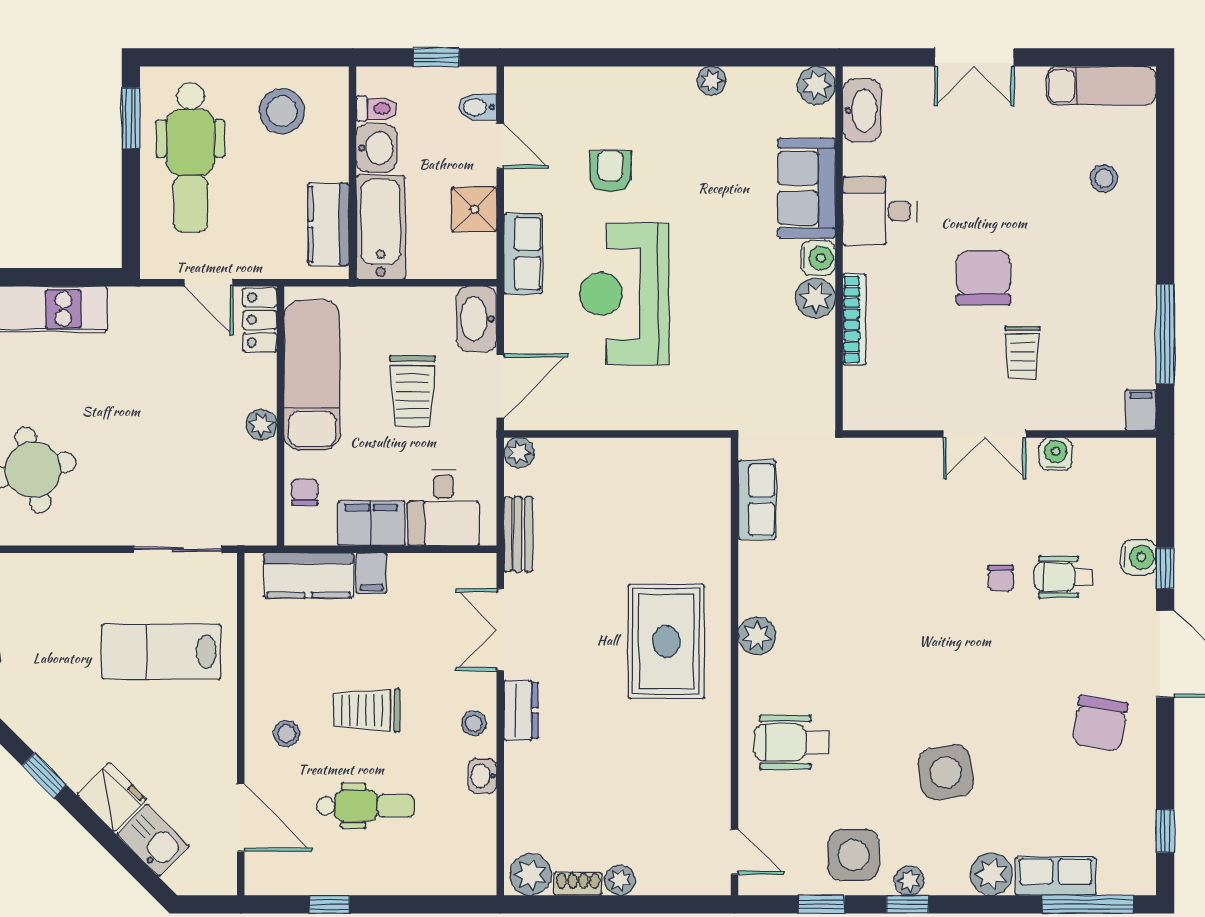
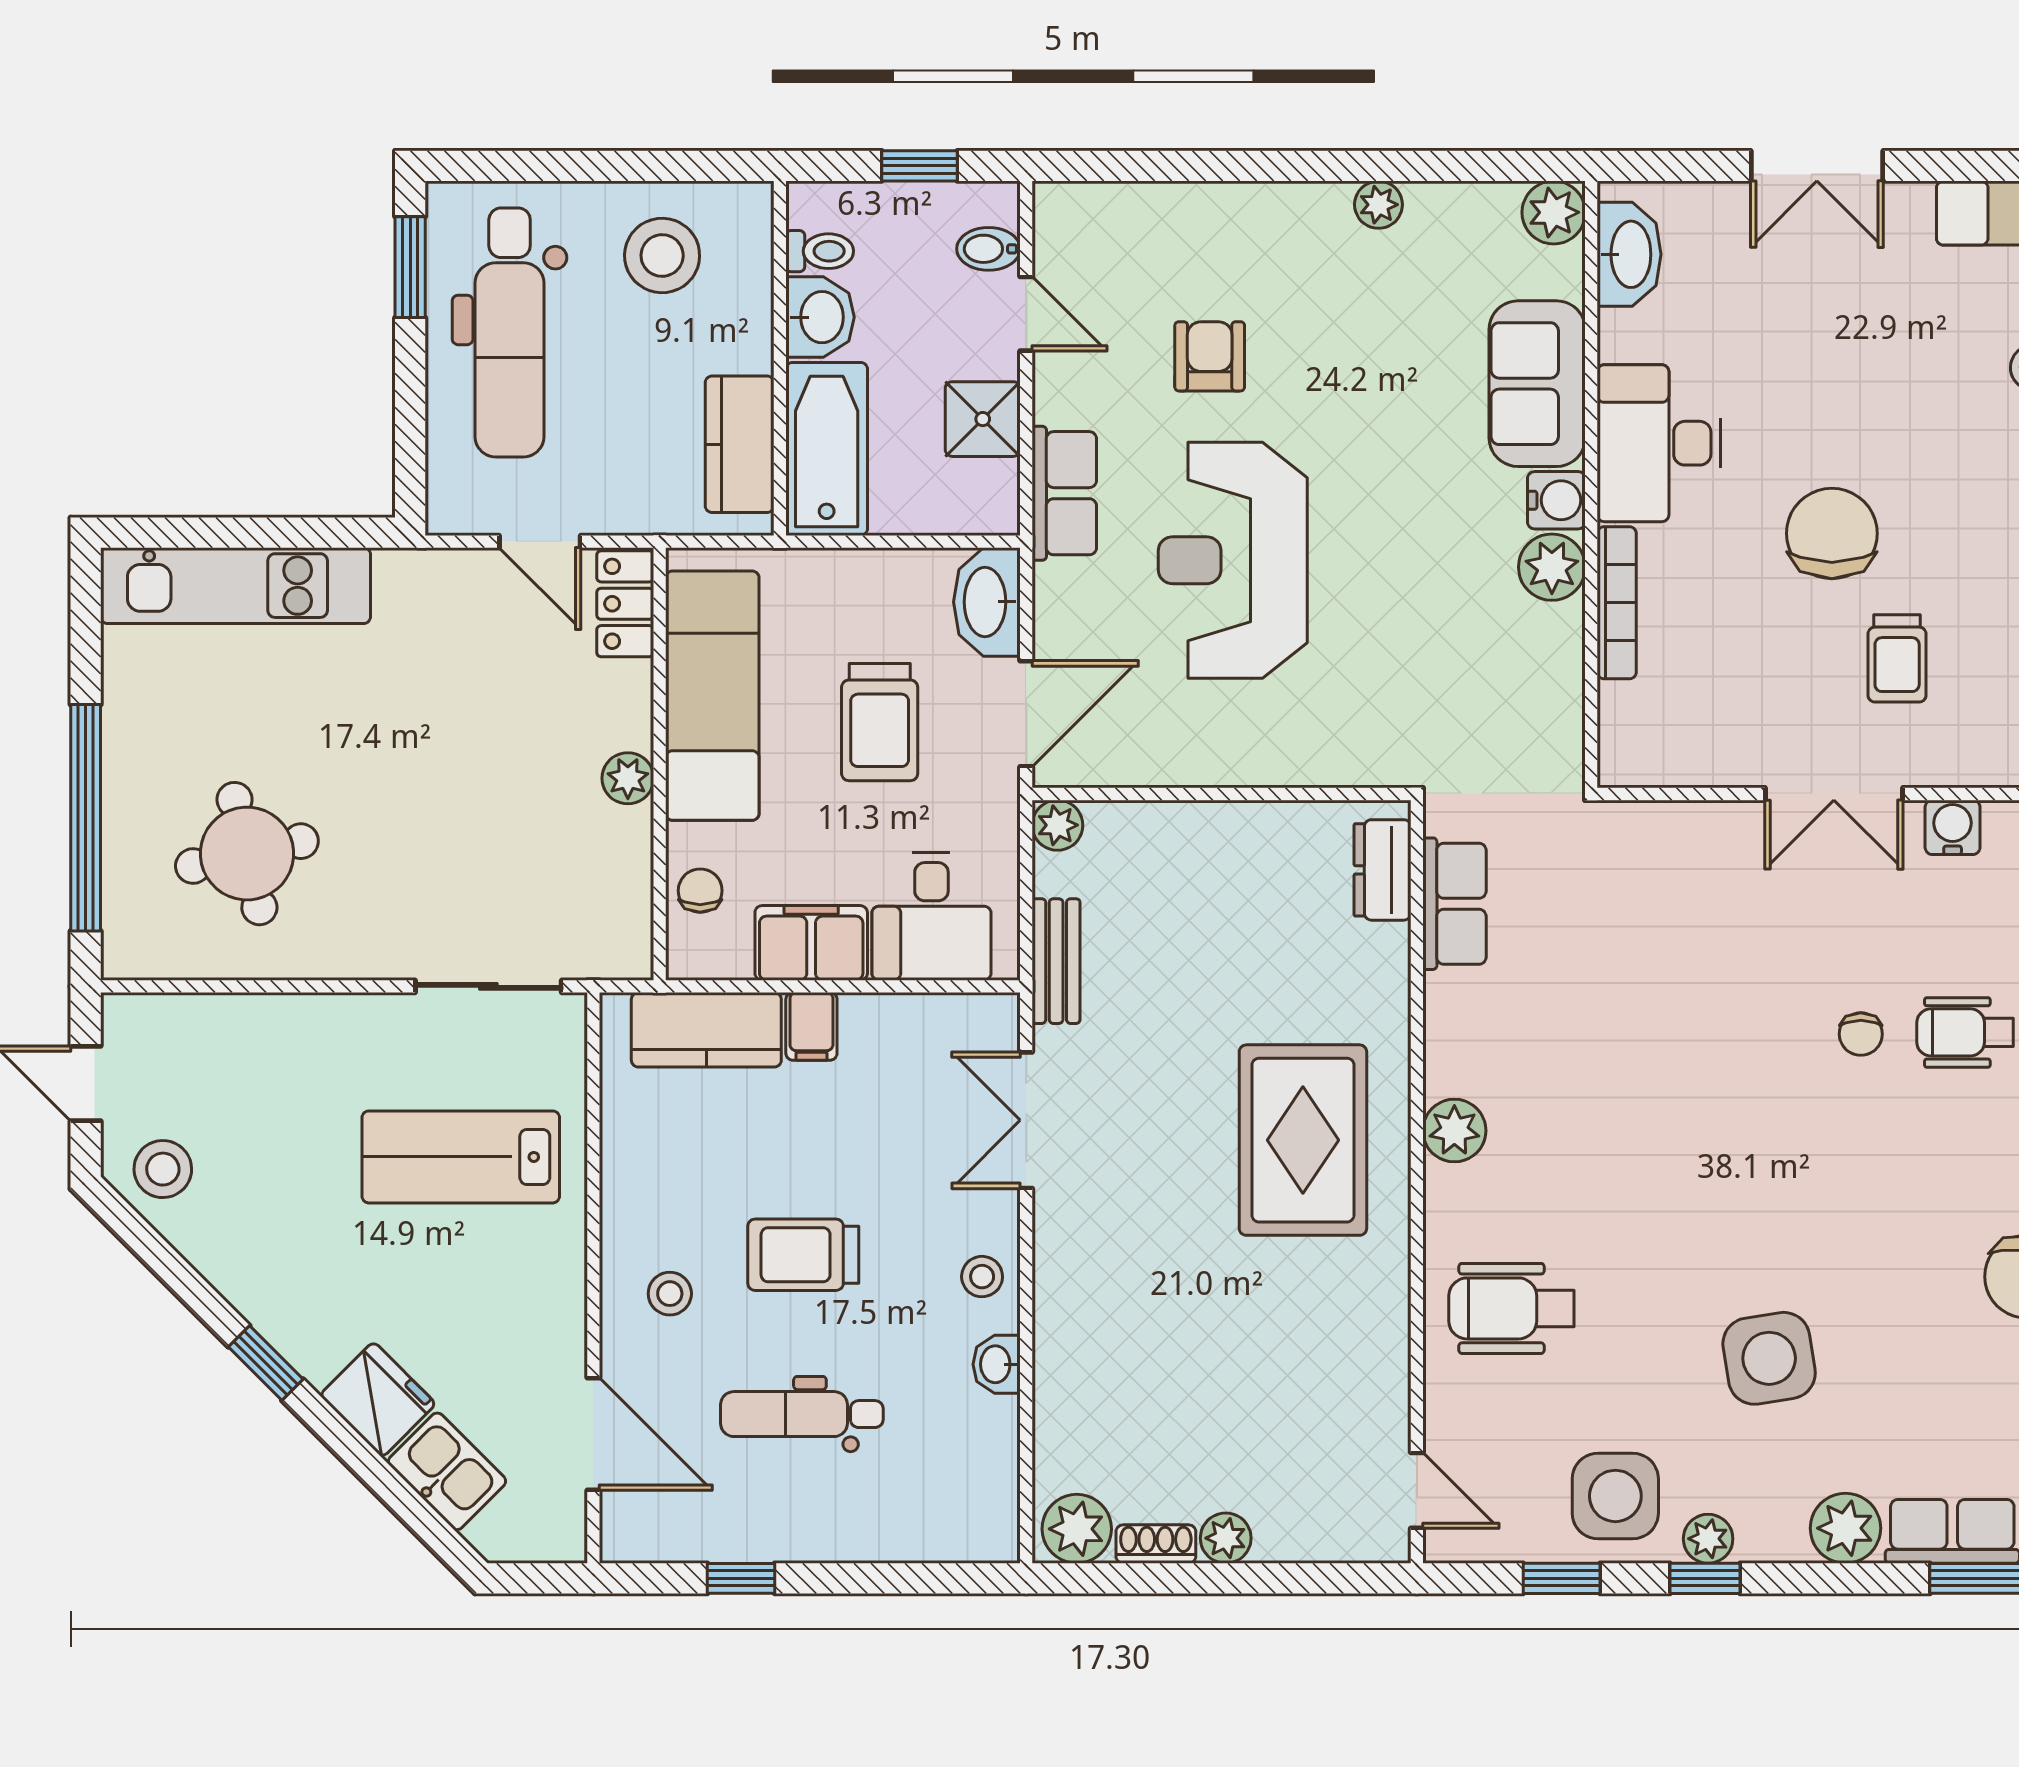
desk: (880, 211) -> (1659, 443), width x1.37
dresser: (521, 710) -> (1383, 870), moved, turned 180
dental chair: (366, 806) -> (802, 1414), turned 180

